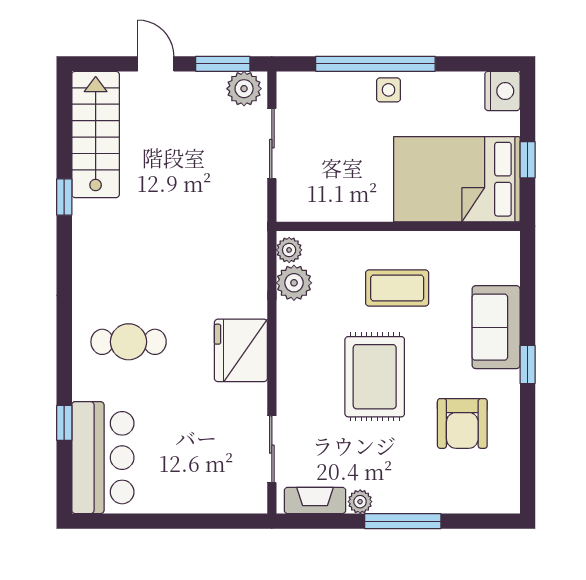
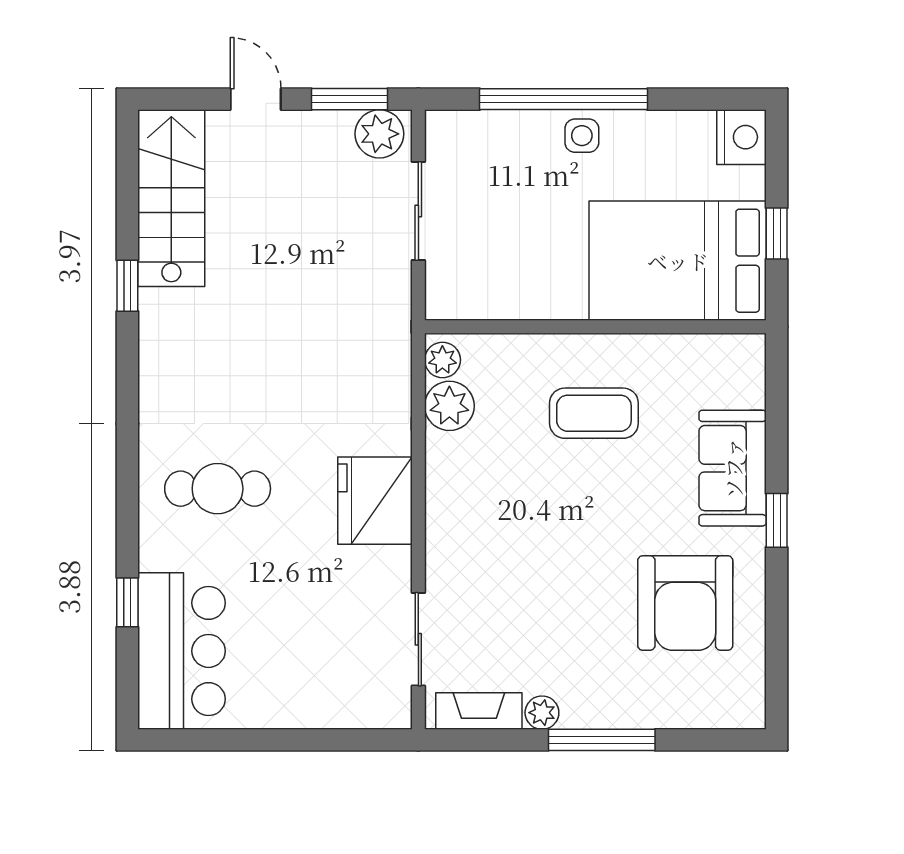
rug: (375, 377) -> (562, 538), removed
armchair: (462, 423) -> (685, 603), width x1.36, depth x1.36

